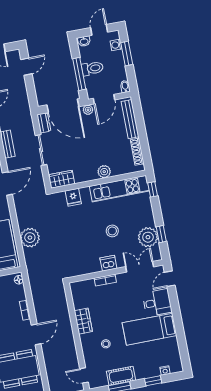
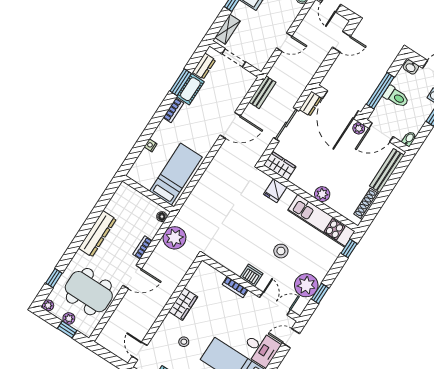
plant: (30, 238) -> (175, 238), moved

